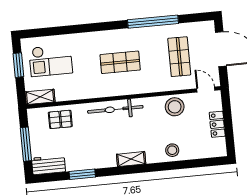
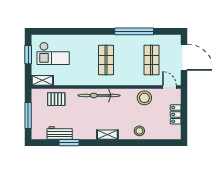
shop shelf: (120, 62) -> (106, 60), turned 90
workbench: (49, 165) -> (60, 133), moved

